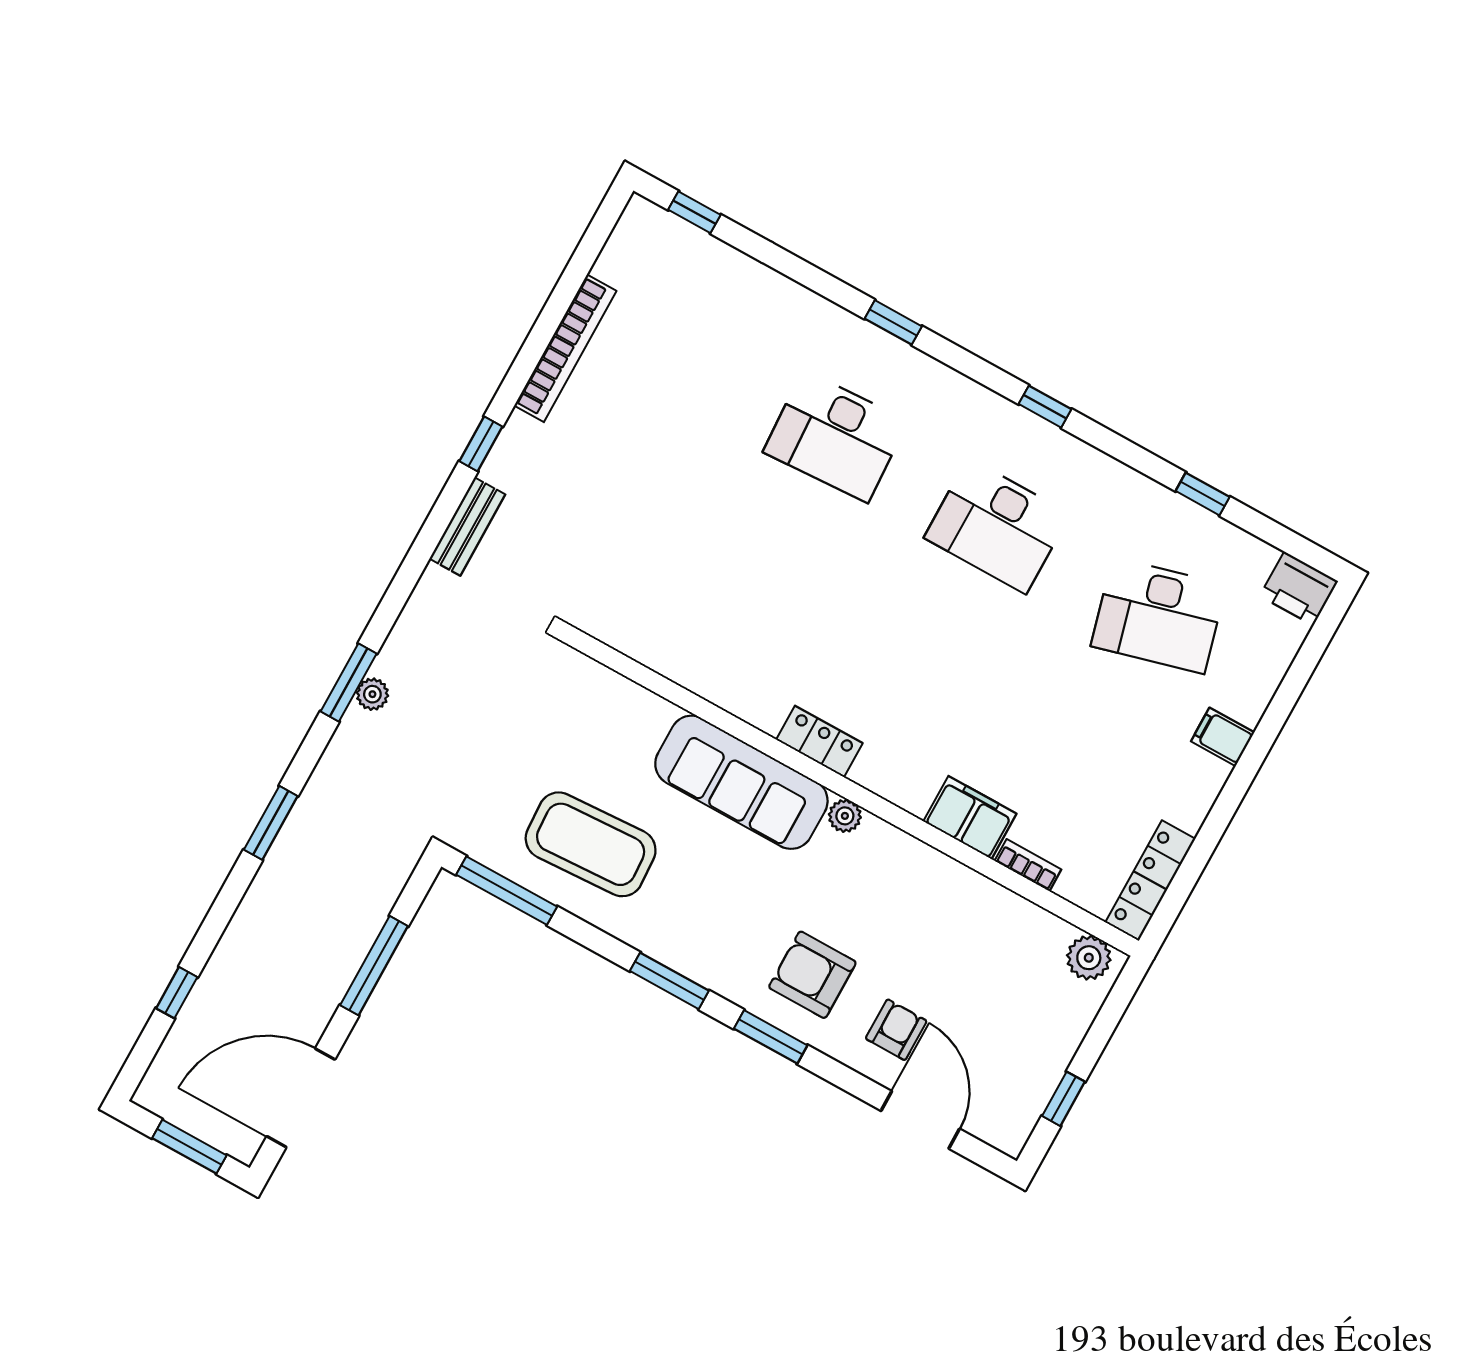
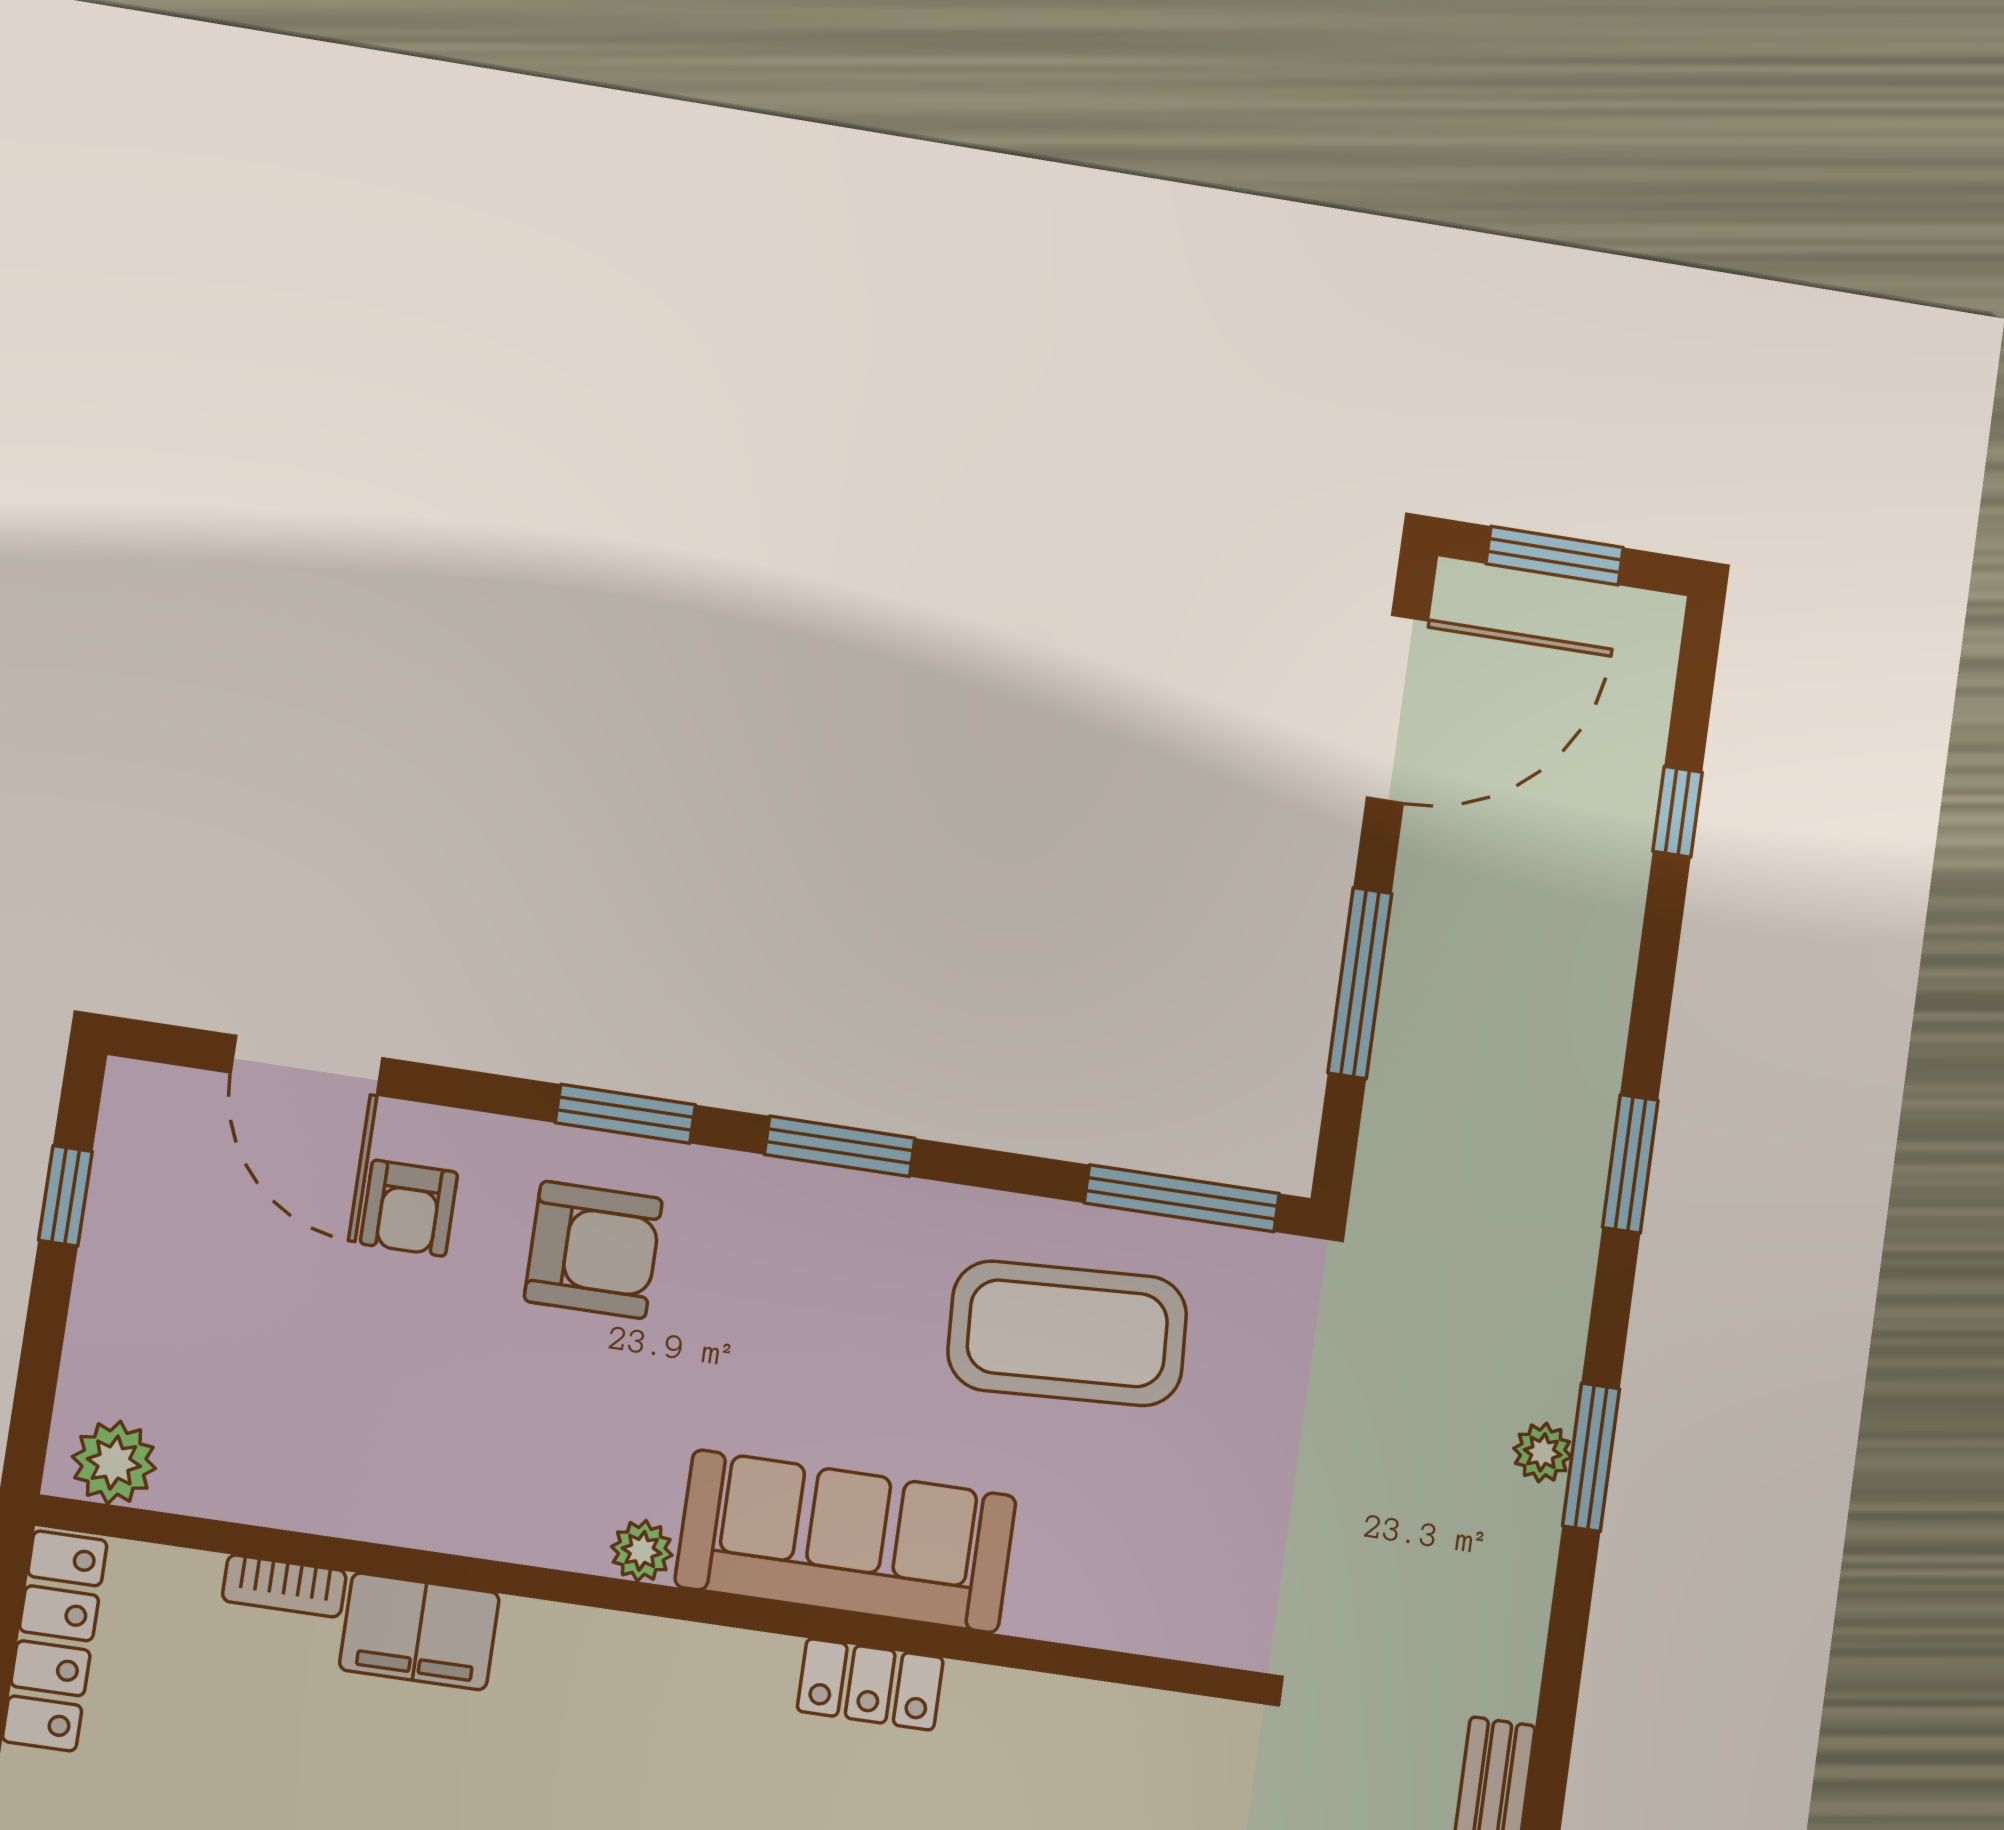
locker: (819, 742) -> (870, 1684), moved

